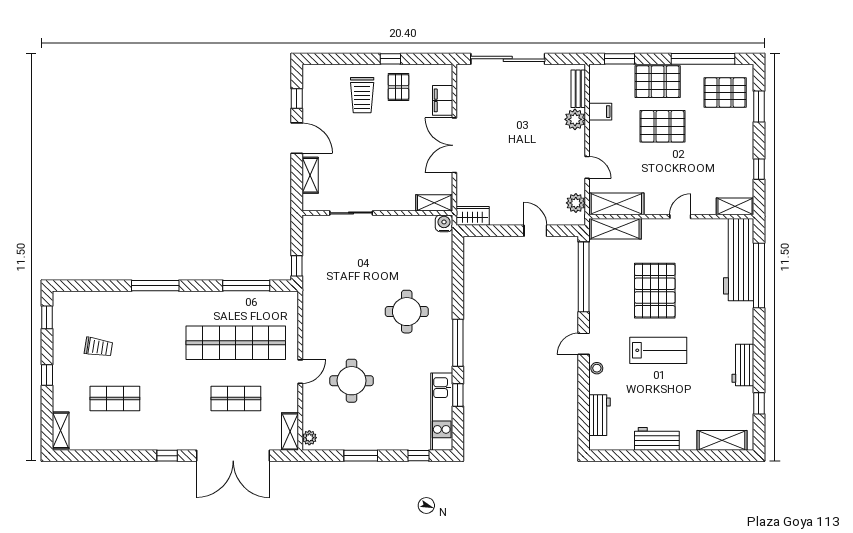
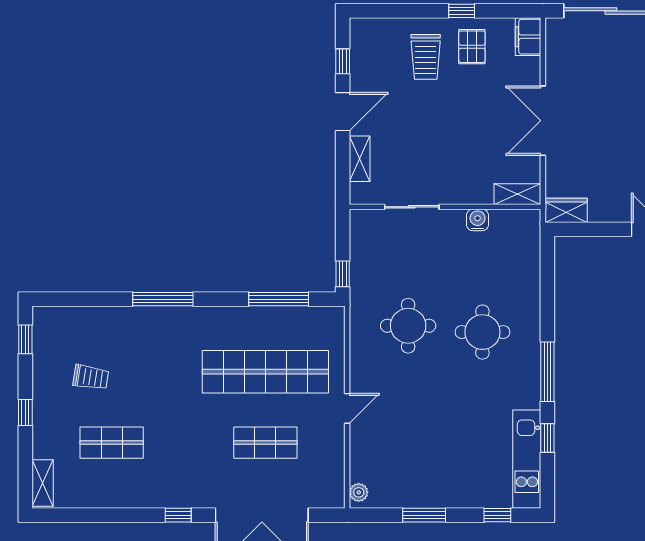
filing cabinet: (443, 100) -> (528, 37), moved
door: (297, 138) -> (343, 112), hinge flipped
water cooler: (444, 223) -> (478, 220), moved
round table: (352, 381) -> (408, 326), moved
shelving: (290, 431) -> (334, 484), removed

